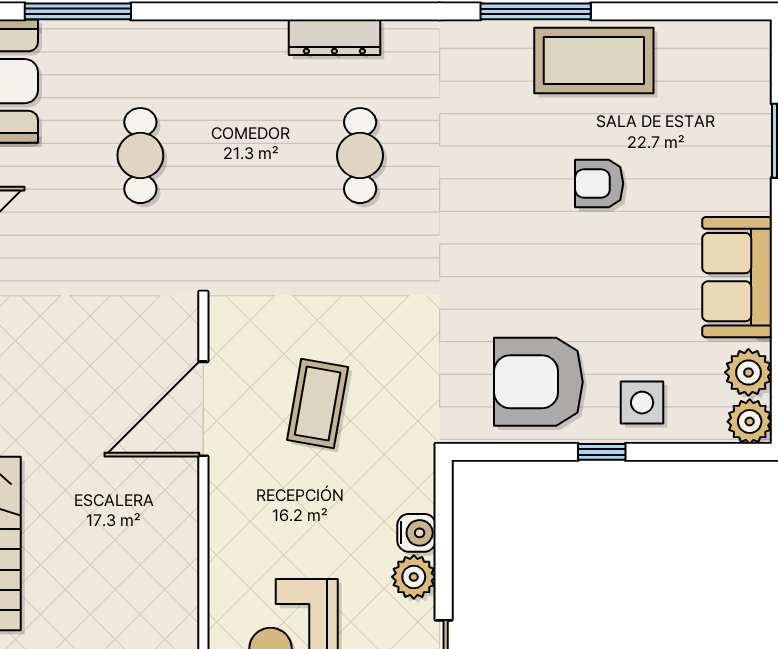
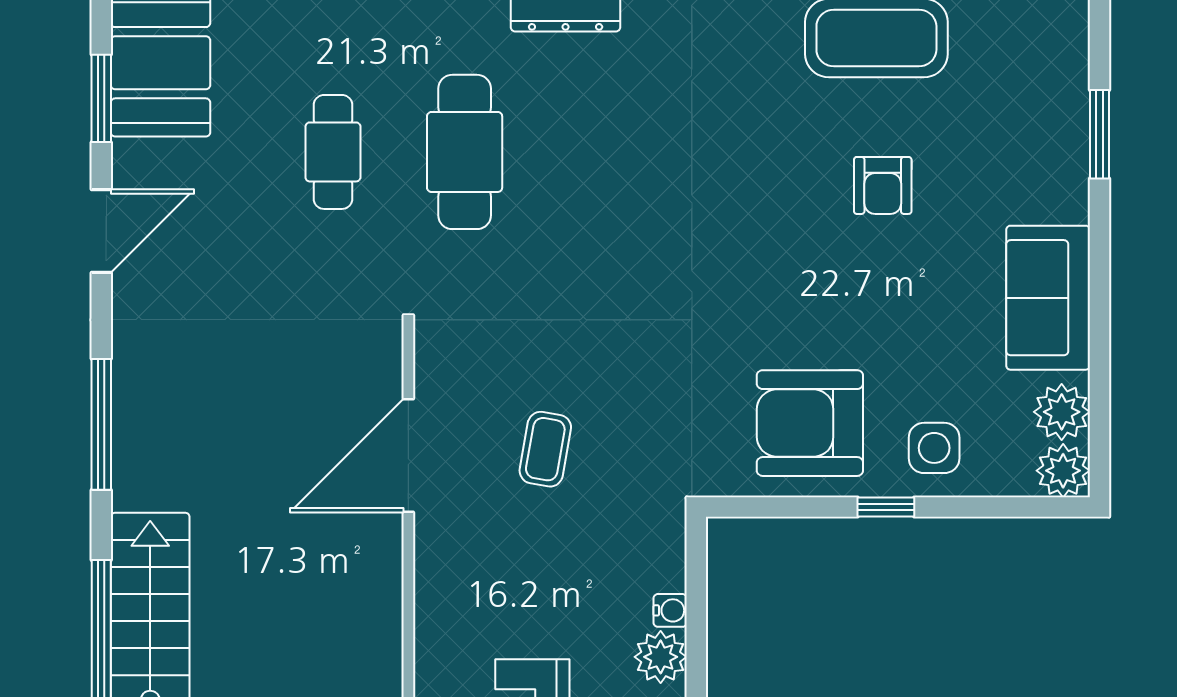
cafe table: (360, 156) -> (465, 152), moved, width x1.37, depth x1.35
armchair: (599, 184) -> (883, 185), turned -90
coffee table: (318, 404) -> (545, 449), width x0.73, depth x0.77
water cooler: (417, 533) -> (670, 610), width x0.72, depth x0.72

